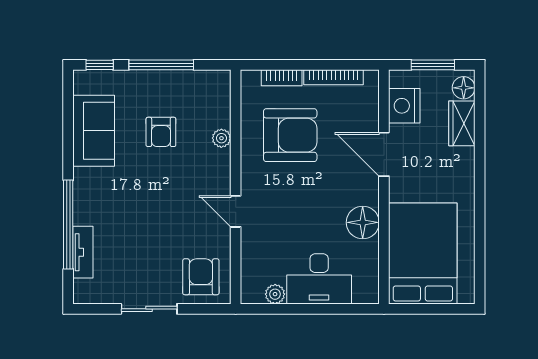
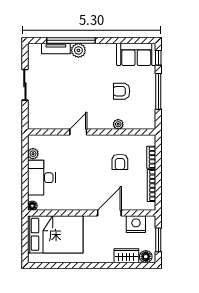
sofa: (94, 131) -> (136, 54), moved
armchair: (290, 135) -> (120, 162), width x0.53, depth x0.53
plant: (86, 211) -> (78, 50), added
floor lamp: (363, 222) -> (32, 206), moved, width x0.53, depth x0.53
armchair: (201, 277) -> (42, 113), removed

